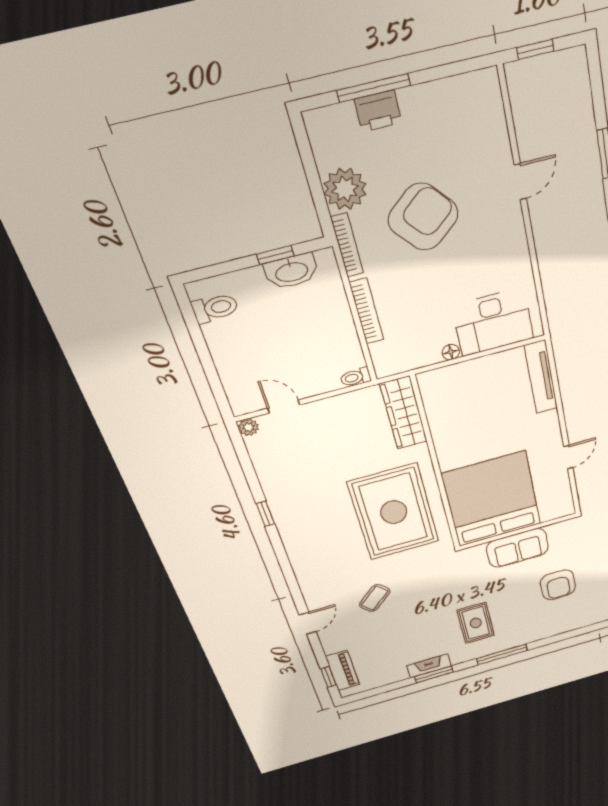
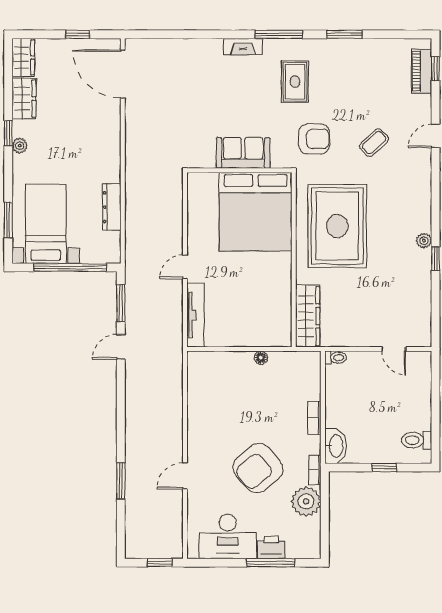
bookcase: (347, 245) -> (315, 470), width x0.64
window: (275, 255) -> (384, 467), moved
washbasin: (291, 271) -> (336, 446), moved, turned 90
bookcase: (366, 311) -> (314, 418), width x0.64
desk: (493, 322) -> (228, 536), moved, turned 180
plant: (249, 427) -> (424, 241), moved
door: (568, 457) -> (185, 267), moved
armchair: (558, 585) -> (314, 139), moved, turned 90
fireplace: (429, 666) -> (243, 47), moved

